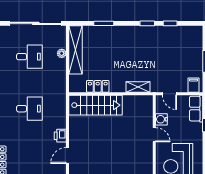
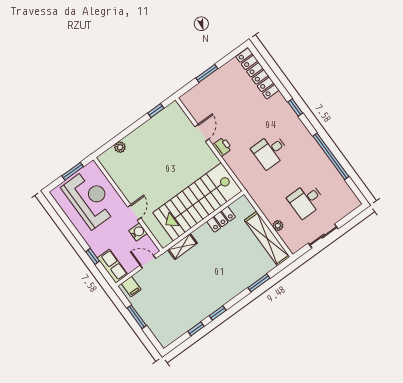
sliding door: (36, 23) -> (323, 236), width x0.54
stairs: (96, 105) -> (197, 202), width x1.36, depth x1.51
door: (154, 135) -> (134, 212), swing flipped

